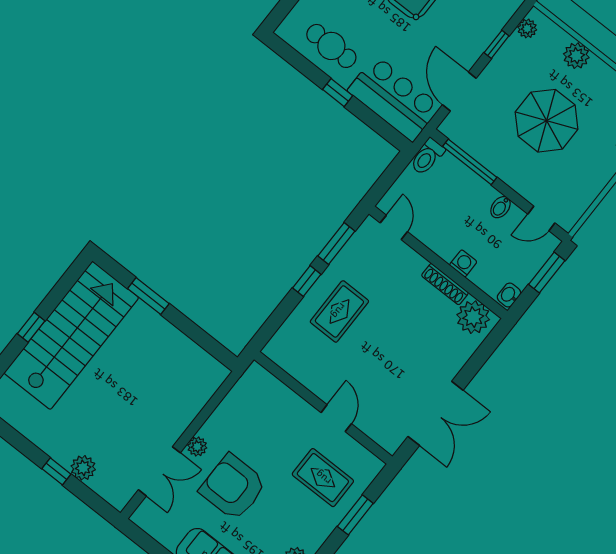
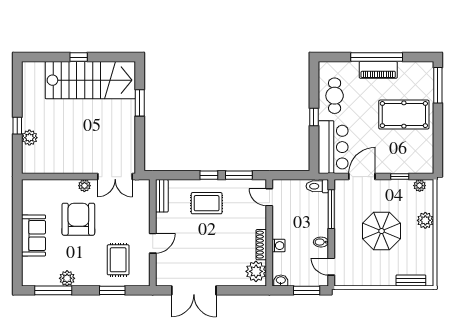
door: (394, 227) -> (269, 197), swing flipped
bench: (286, 360) -> (162, 196), added
double door: (159, 471) -> (115, 177), moved

